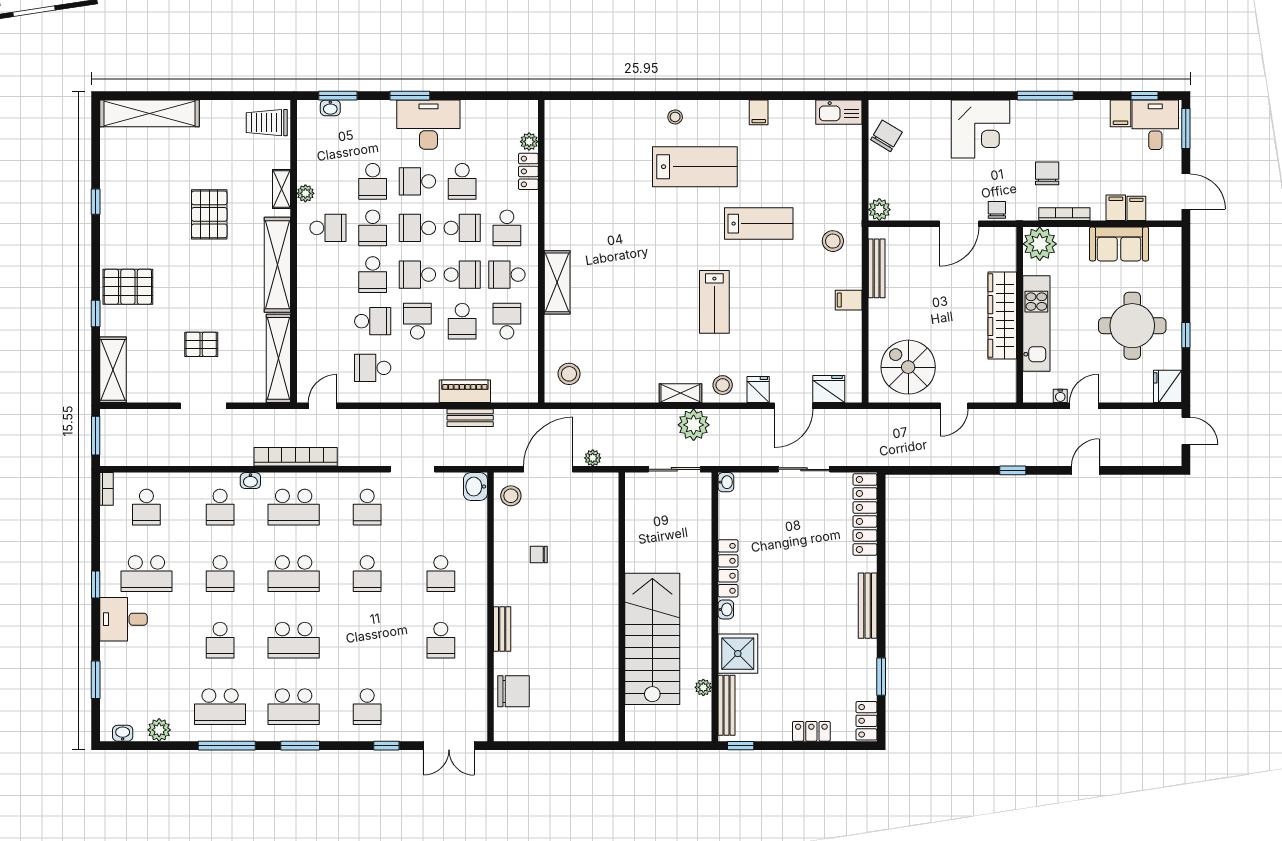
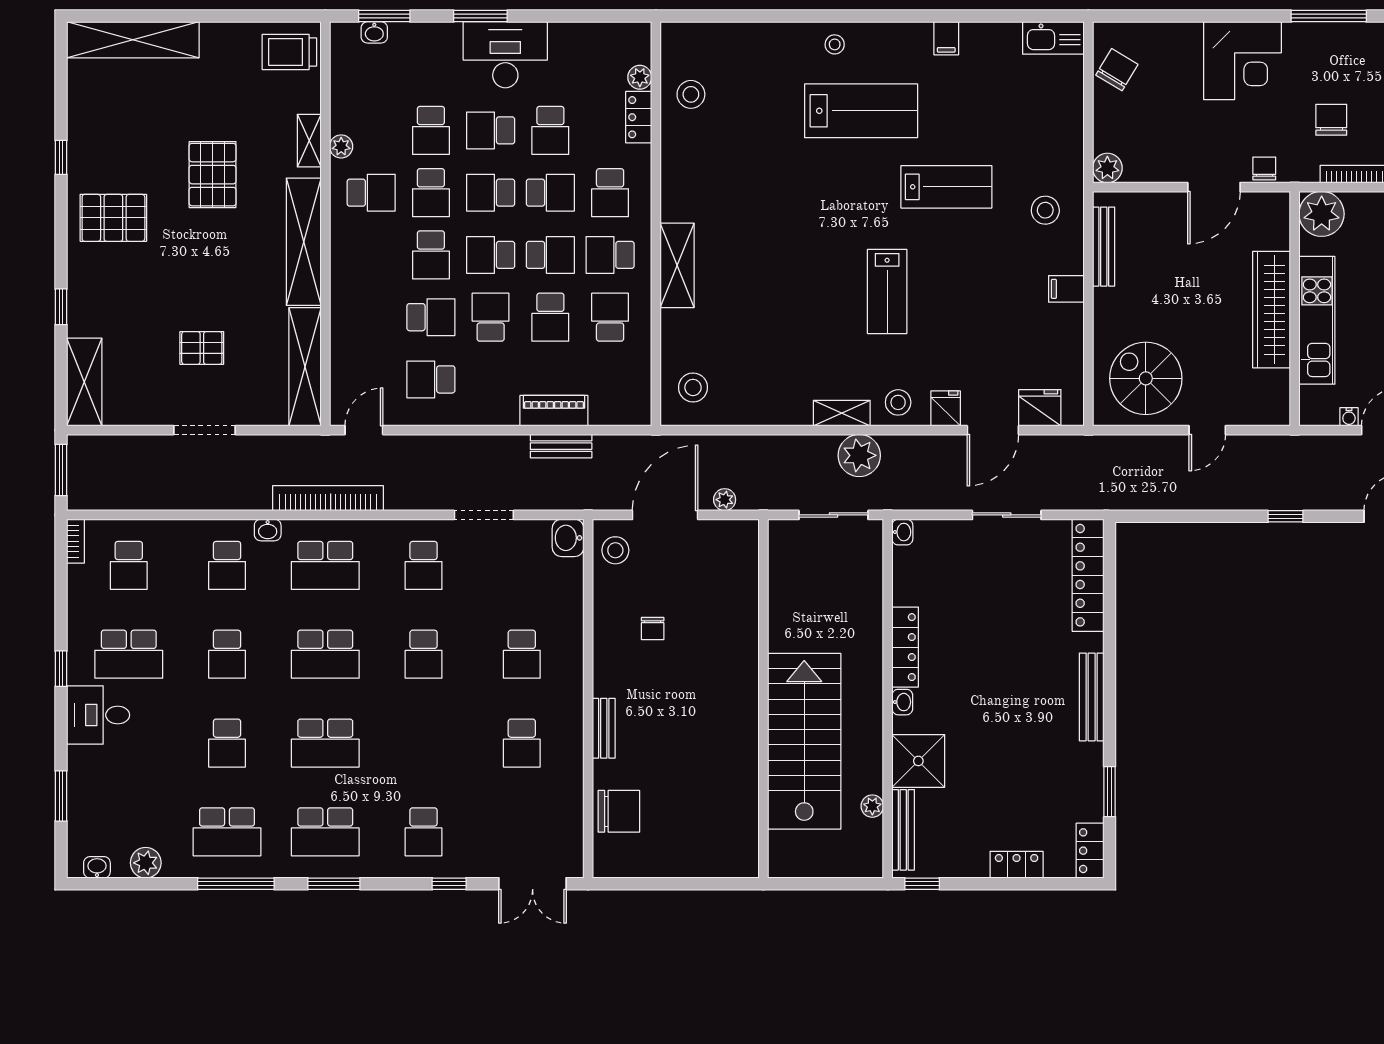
stool: (567, 154) -> (691, 94), added
pallet: (128, 287) -> (113, 218), moved
chair: (539, 554) -> (653, 628), turned -90

